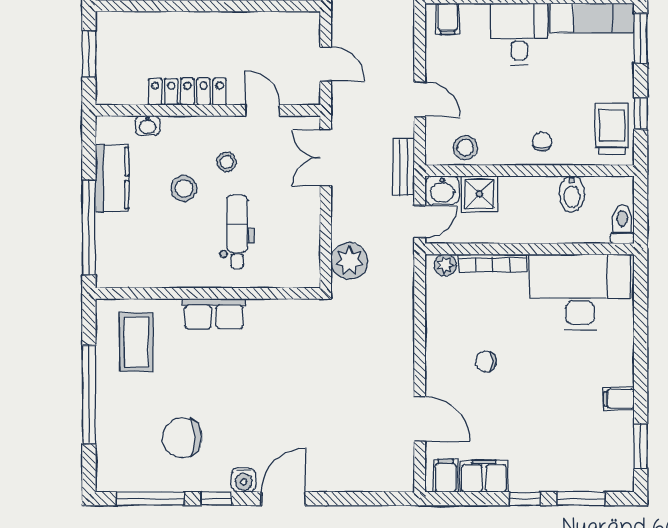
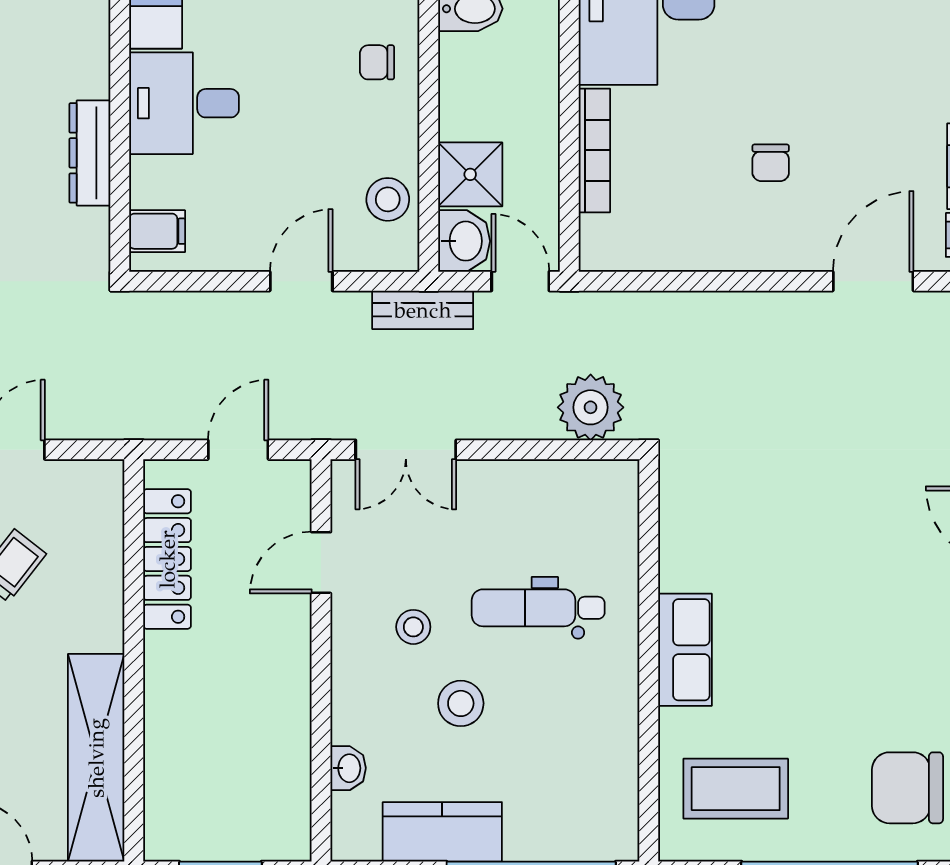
locker: (187, 92) -> (167, 559), moved, turned 180
plant: (445, 265) -> (598, 236), removed
chair: (182, 438) -> (908, 788), moved, turned 91

